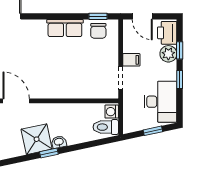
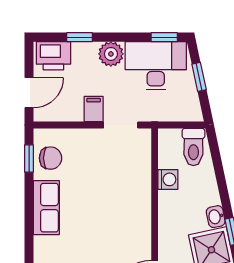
plant: (168, 54) -> (111, 54), moved
window: (180, 80) -> (164, 37), moved
washing machine: (112, 112) -> (168, 179), moved, turned -90

